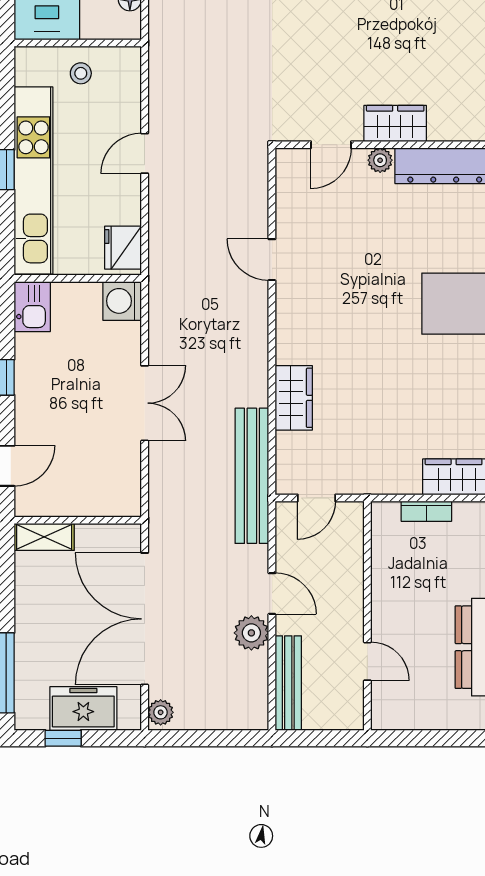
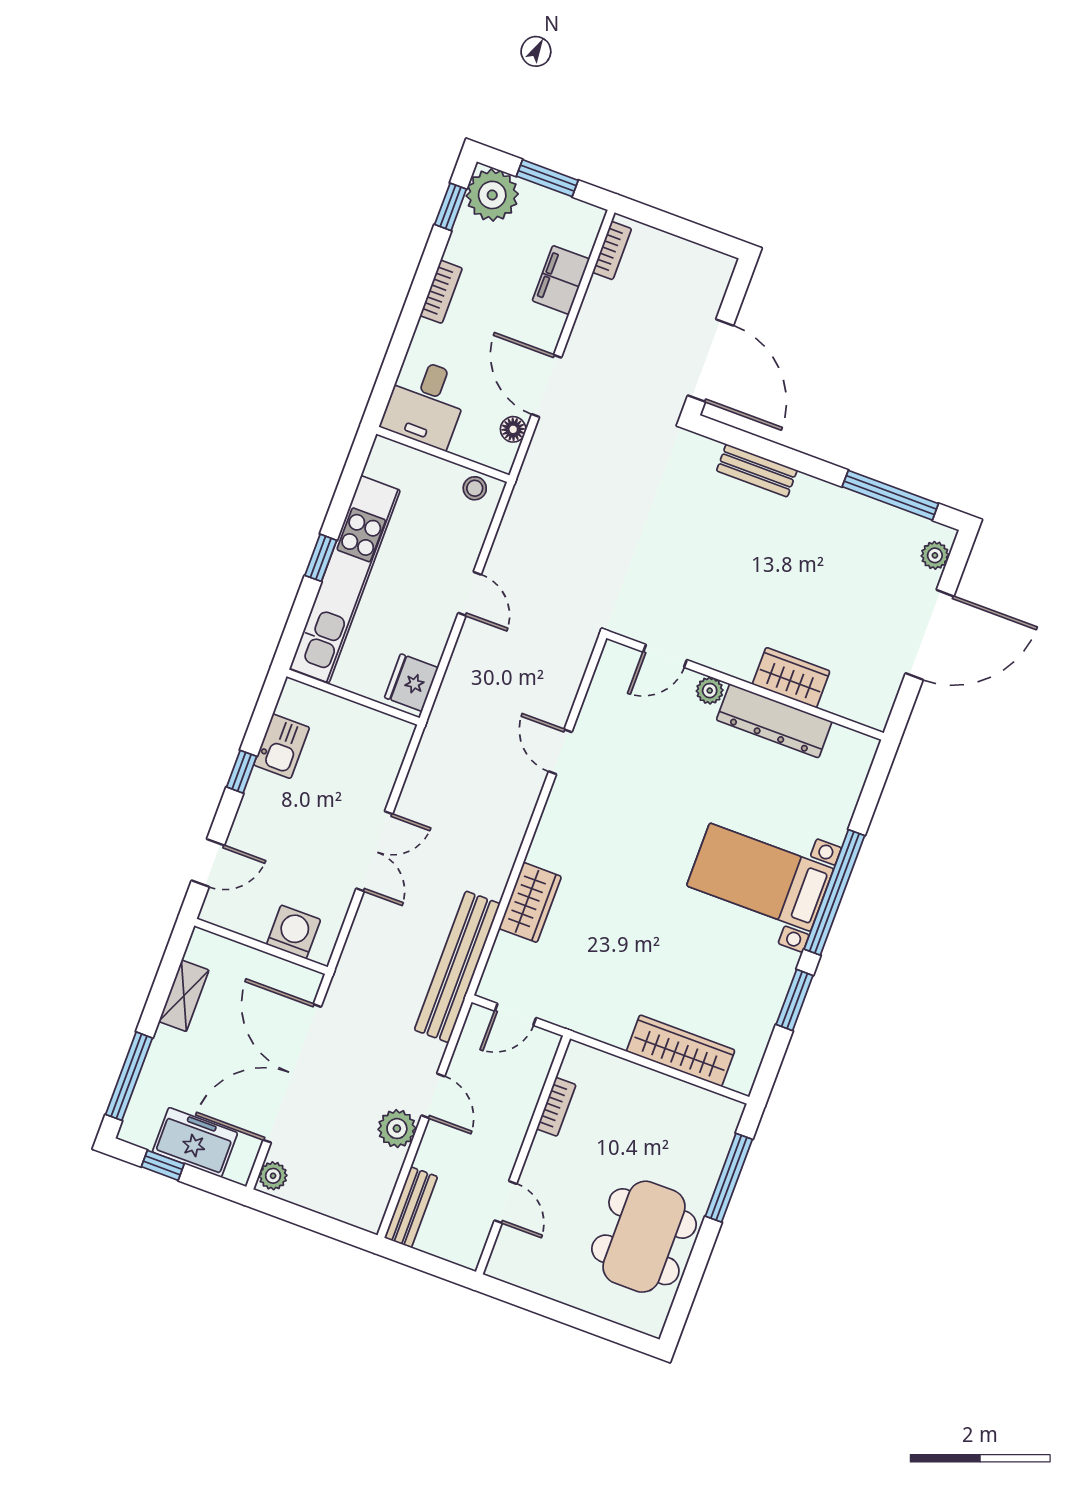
stool: (81, 73) -> (475, 488), moved
wardrobe: (395, 124) -> (791, 678), moved
door: (145, 153) -> (470, 594), swing flipped
washing machine: (122, 301) -> (294, 932), moved, turned 90
kitchen sink: (32, 307) -> (282, 746), moved
bookcase: (426, 511) -> (556, 1107), moved, turned -90
shelving: (44, 537) -> (184, 996), moved, turned 90
bench: (288, 683) -> (411, 1207), width x0.73

